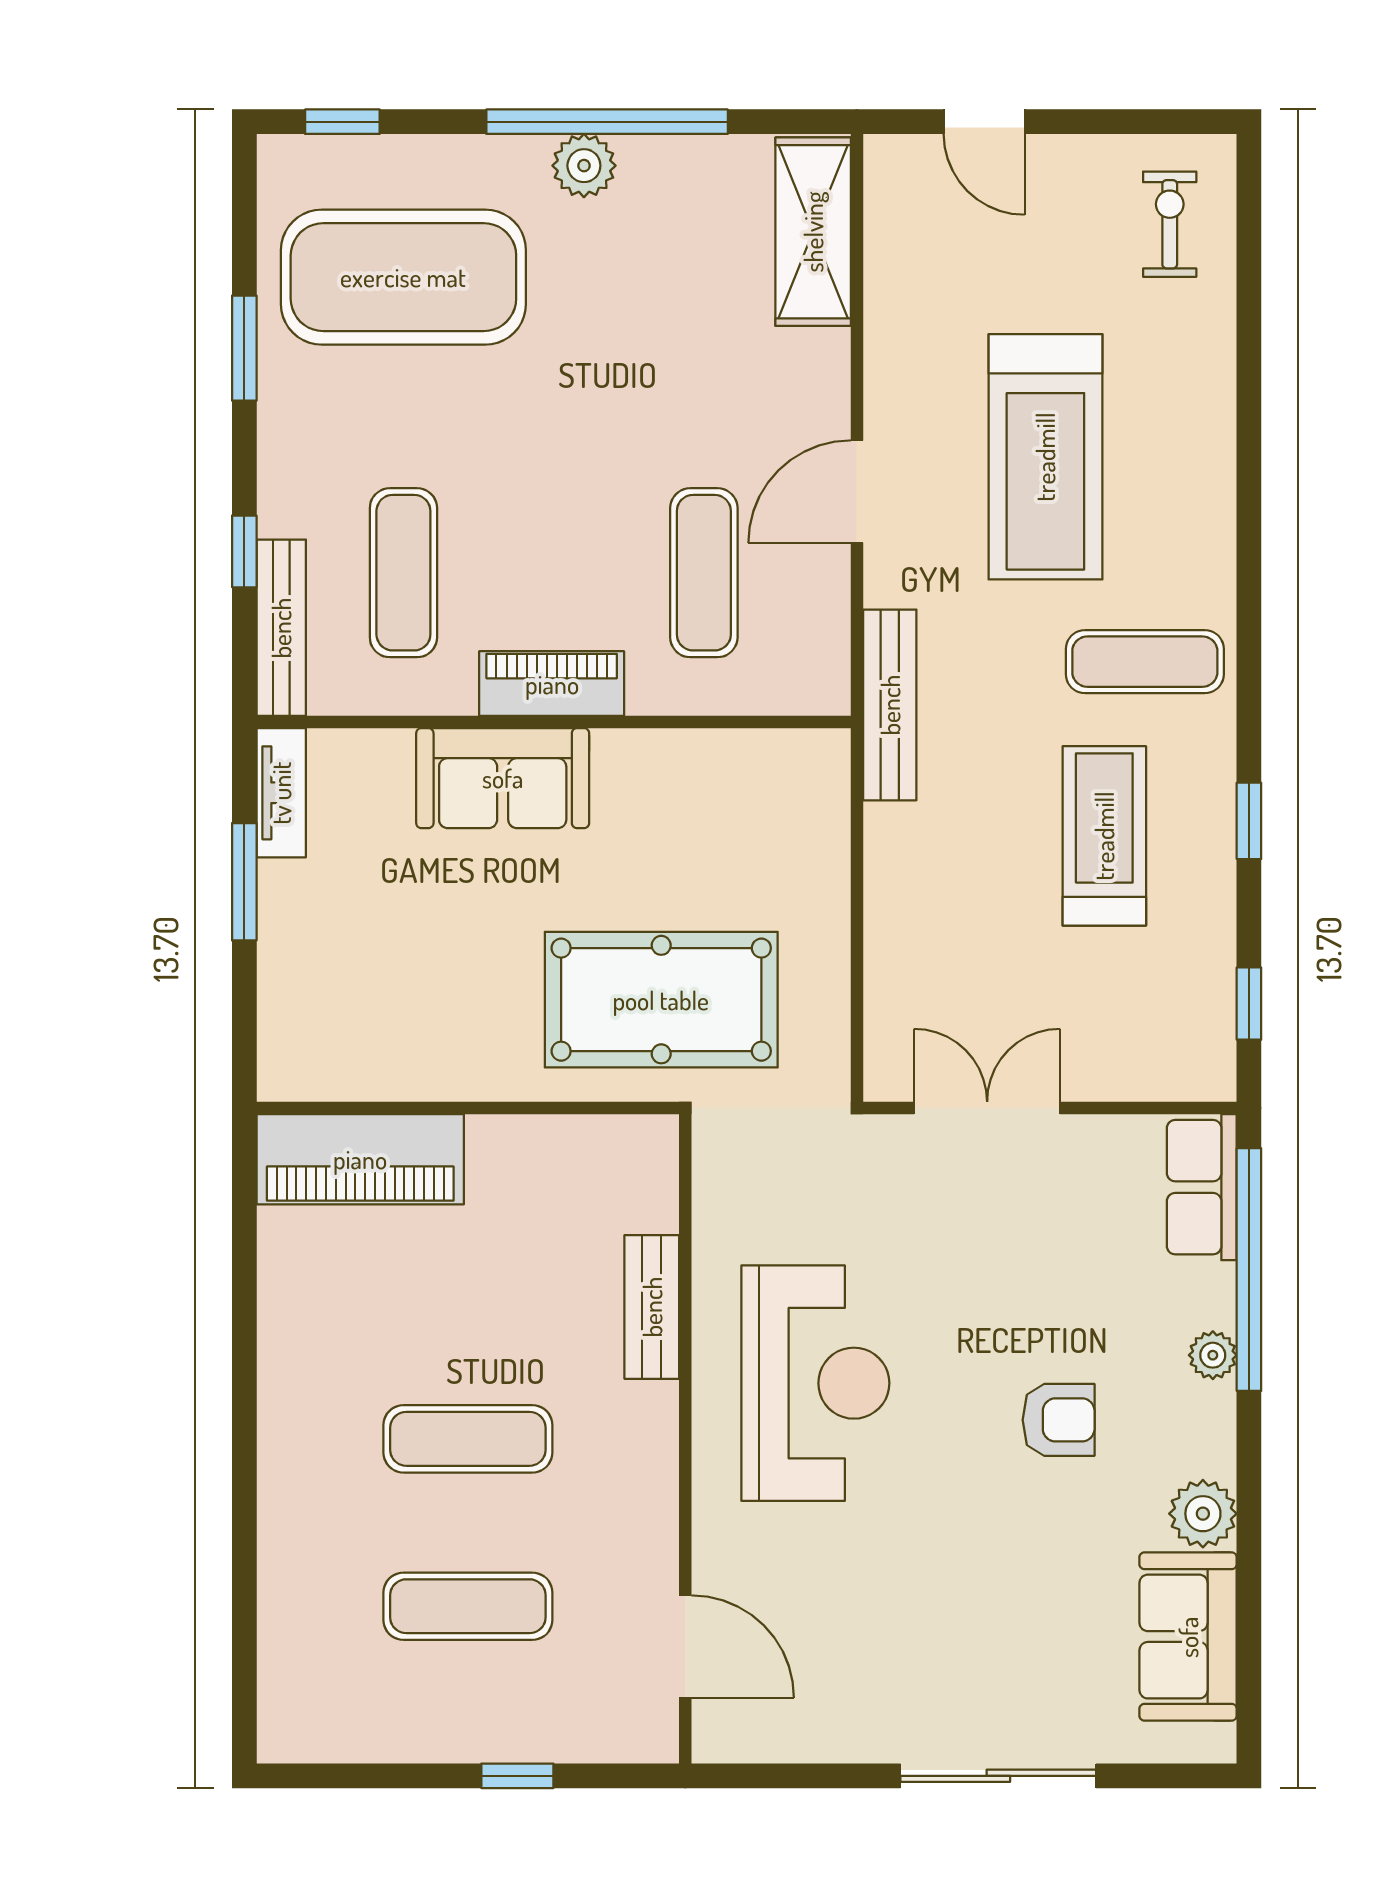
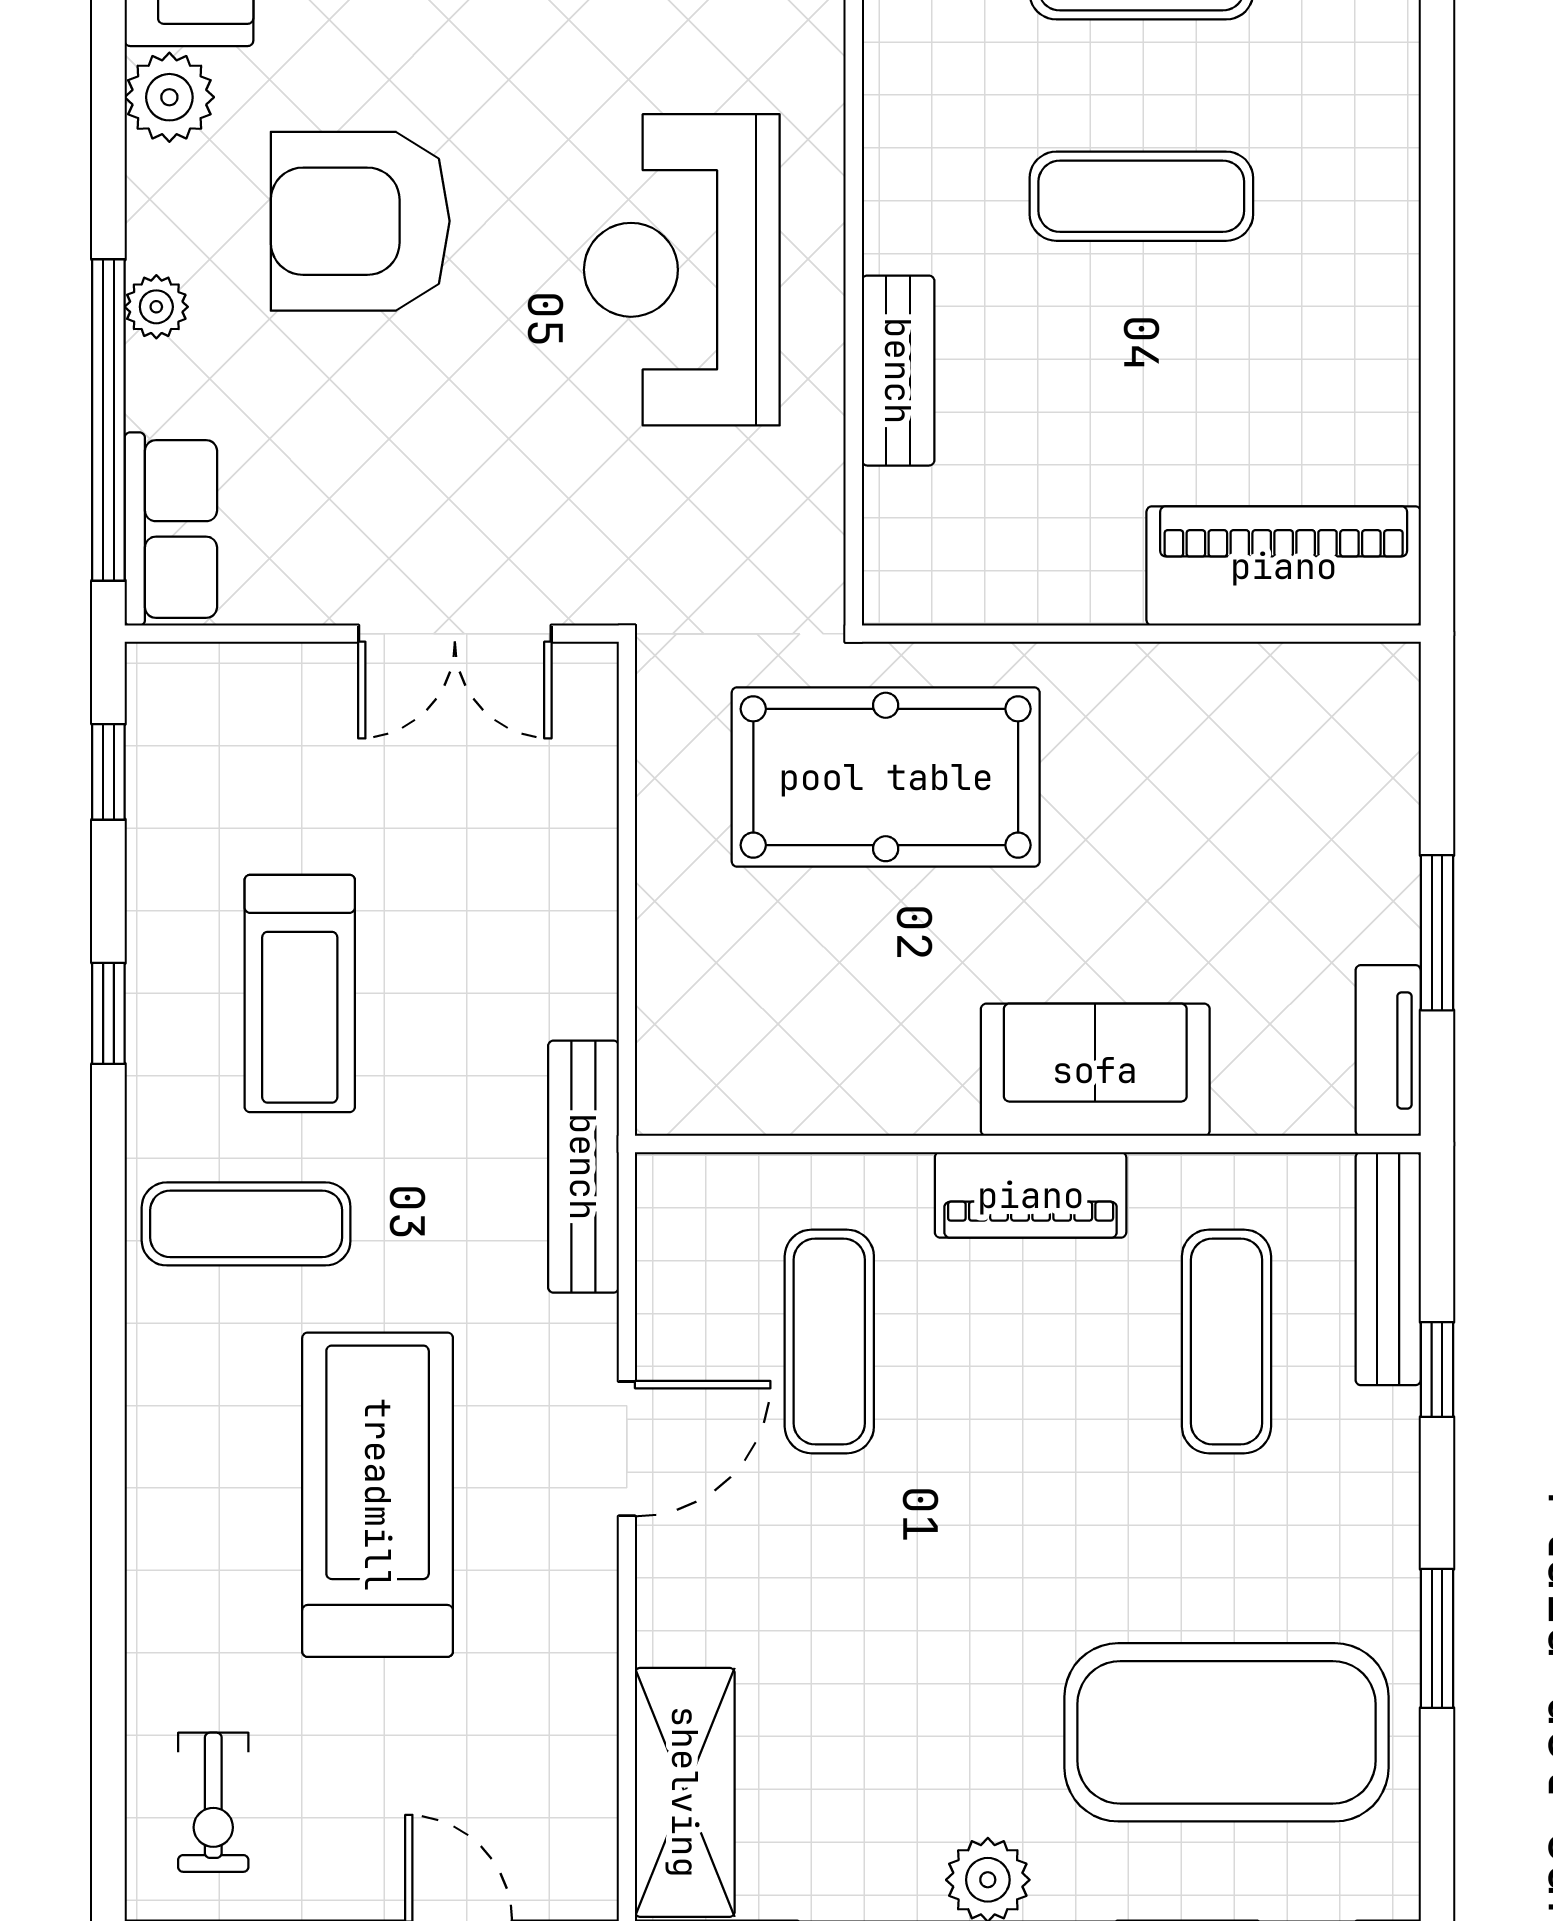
armchair: (1059, 1420) -> (360, 221), width x1.88, depth x1.88

